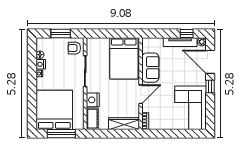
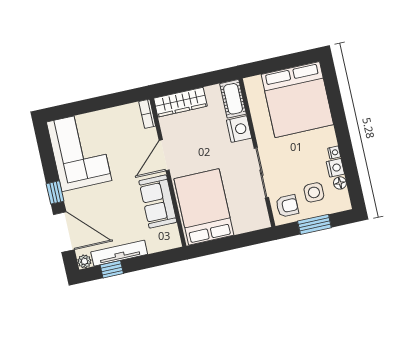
side table: (57, 52) -> (314, 192), added
window: (61, 134) -> (278, 64), removed

